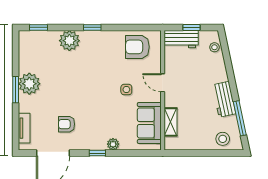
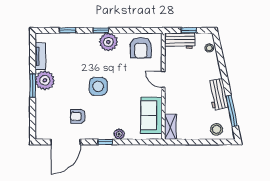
window: (38, 27) -> (67, 30), moved
plant: (69, 41) -> (108, 42), moved
armchair: (137, 47) -> (141, 48), turned -90
side table: (126, 90) -> (98, 86), moved, width x1.87, depth x1.87
shelving: (170, 122) -> (170, 127), moved
tv unit: (24, 128) -> (40, 56), moved

